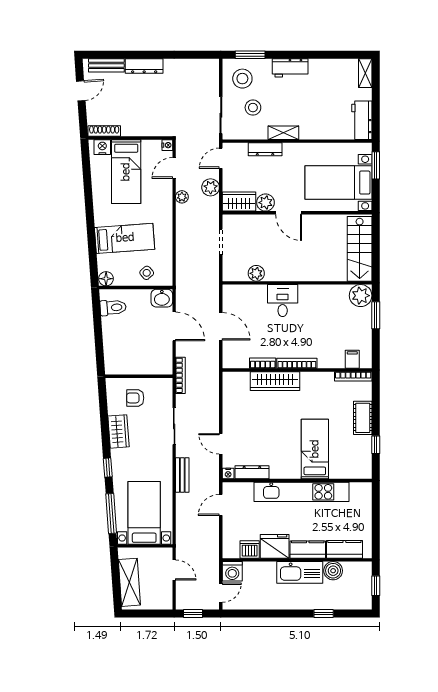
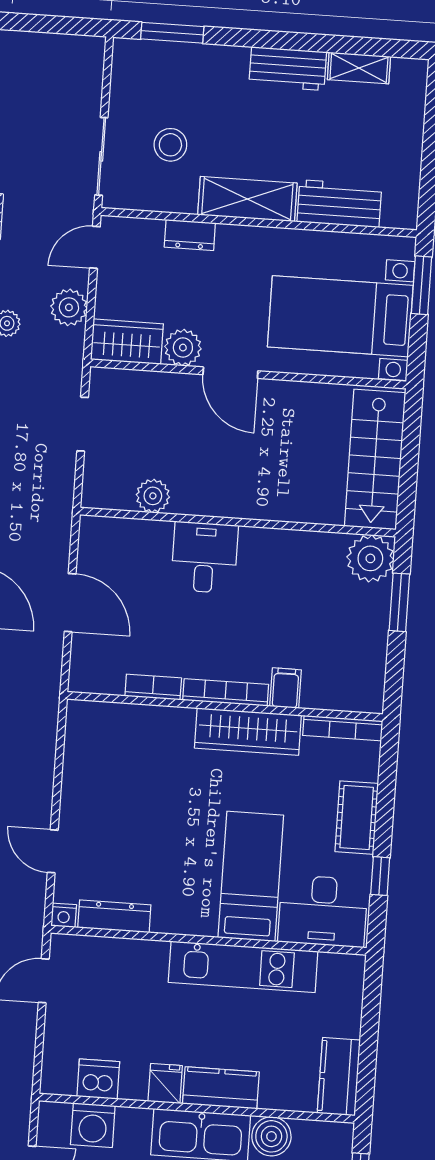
workbench: (290, 68) -> (288, 69), moved
shelving: (365, 73) -> (359, 68), moved, turned 90
stool: (242, 79) -> (152, 82), removed
workbench: (362, 120) -> (339, 204), moved, turned 90
shelving: (283, 133) -> (247, 199), width x1.50, depth x1.33
dresser: (265, 149) -> (190, 235), width x0.70
filing cabinet: (352, 359) -> (286, 688), moved
wardrobe: (275, 381) -> (248, 732), moved
desk: (350, 463) -> (323, 911), added
kitchen unit: (302, 492) -> (243, 967), width x0.73
fridge: (275, 546) -> (165, 1084), width x0.53, depth x0.75
kitchen counter: (344, 549) -> (339, 1077), moved, turned -90
washing machine: (232, 571) -> (93, 1125), moved

